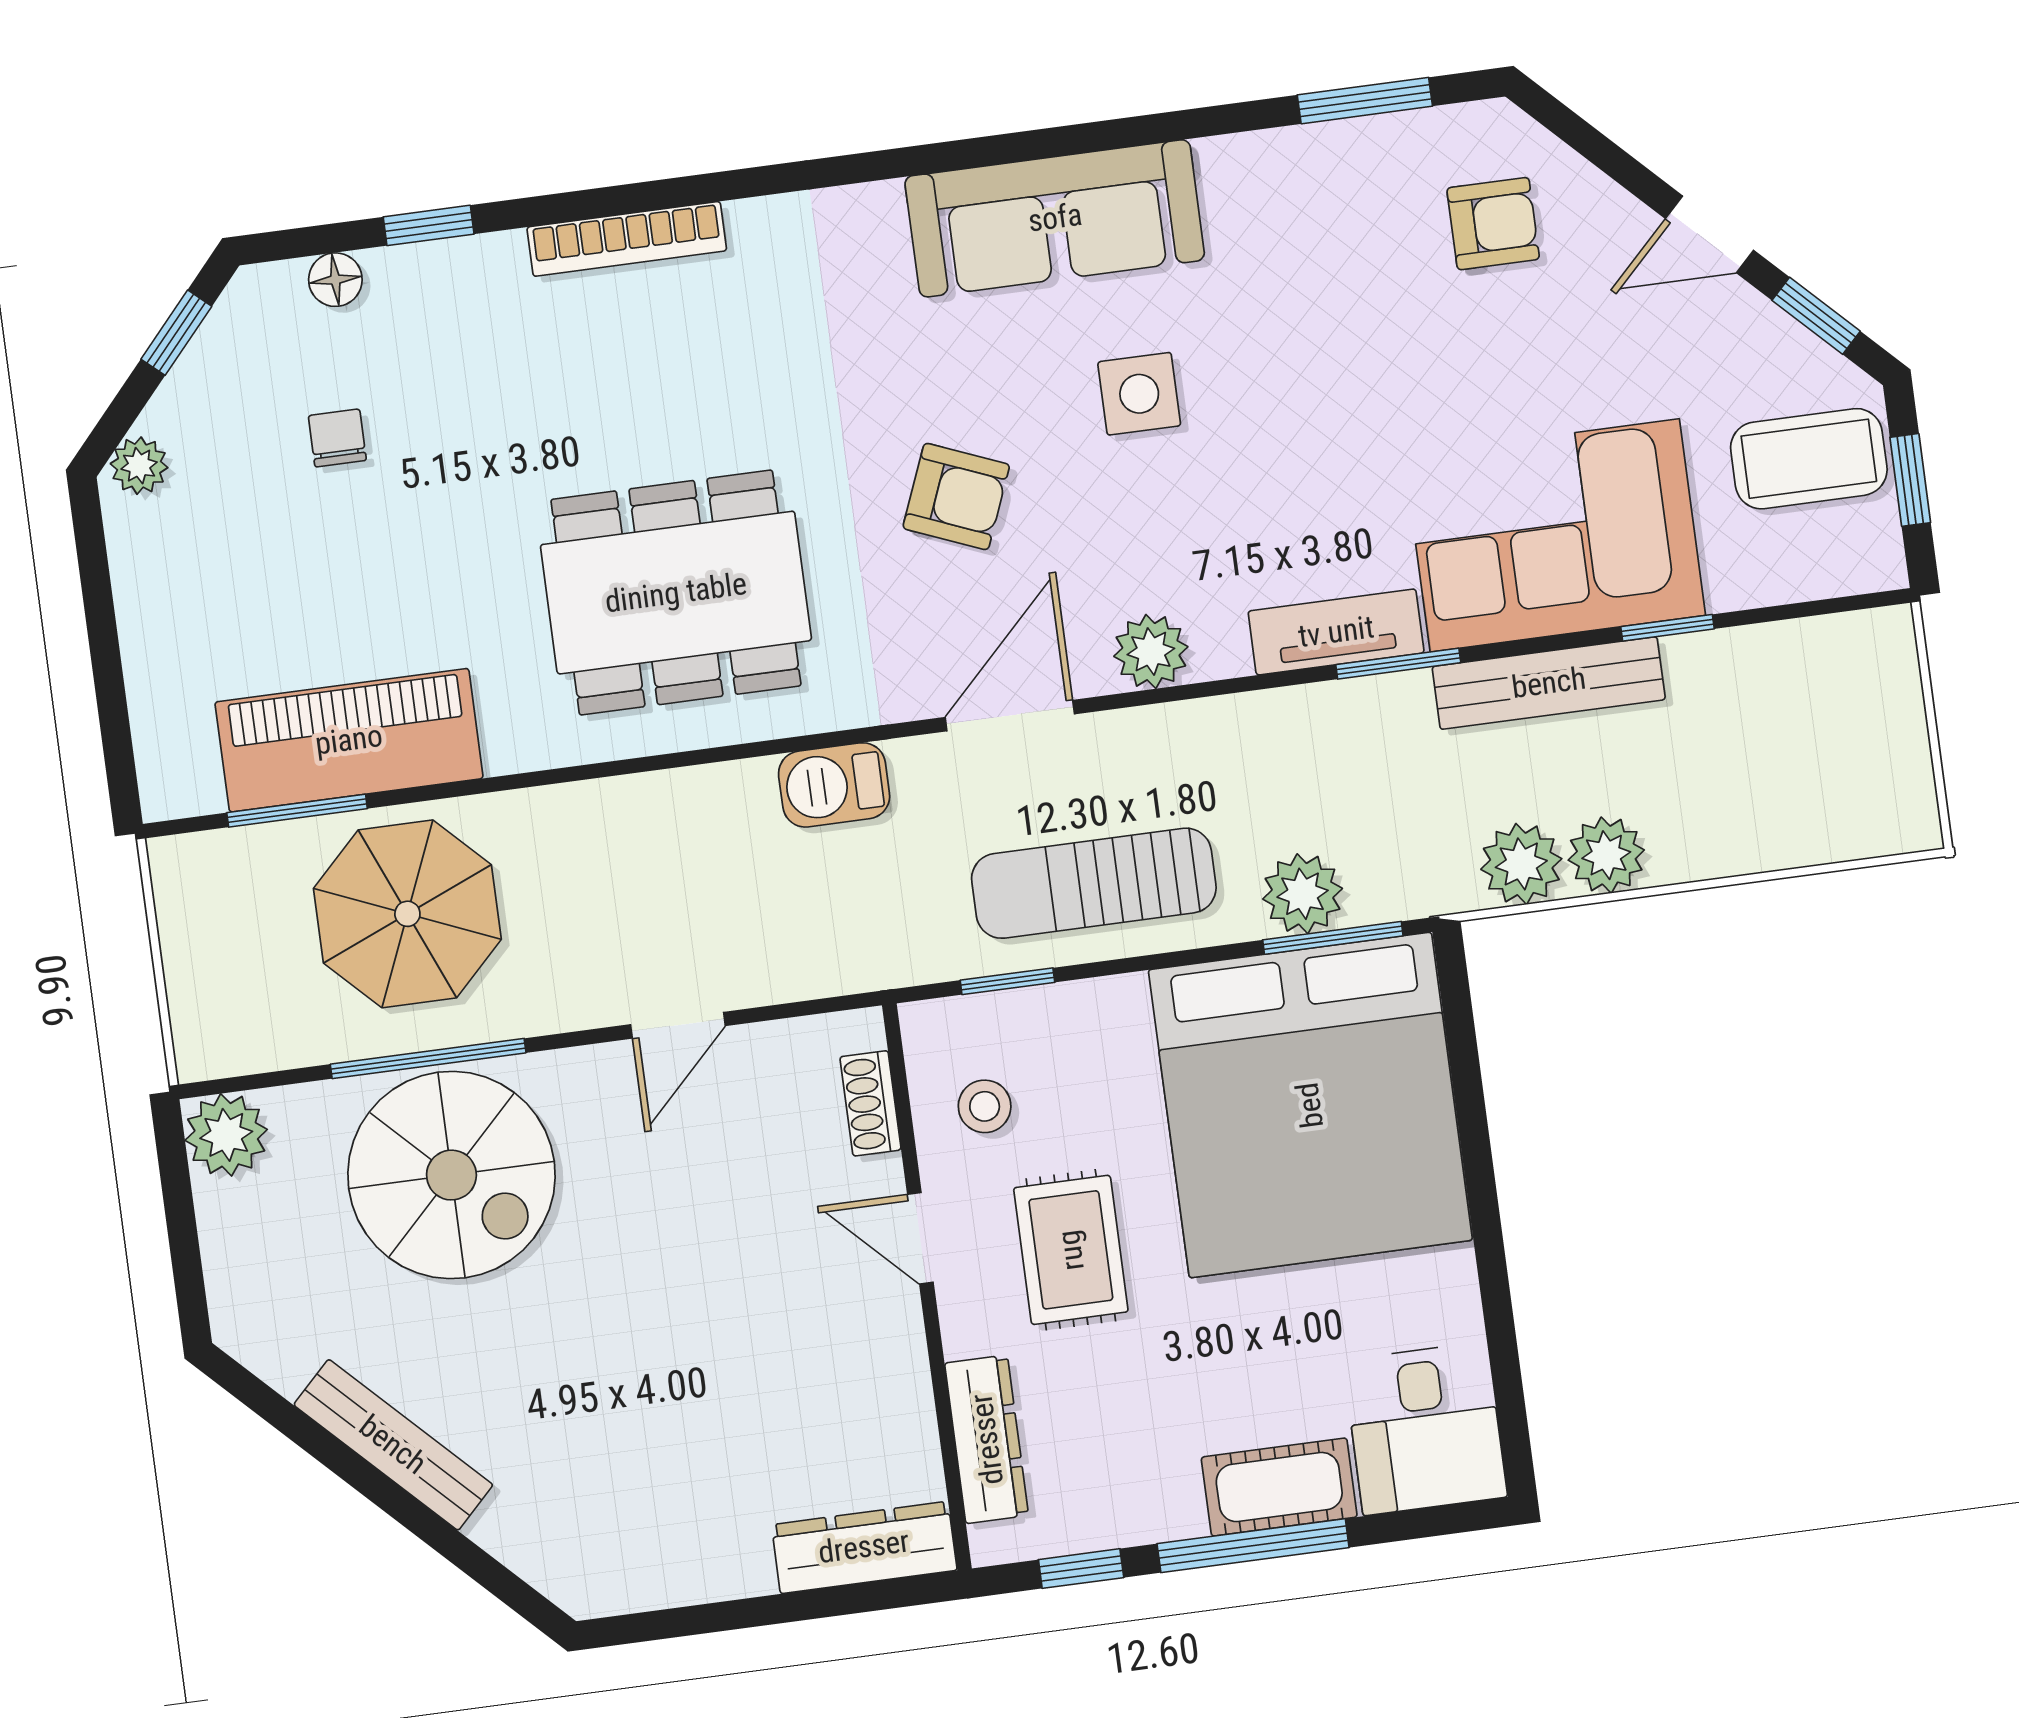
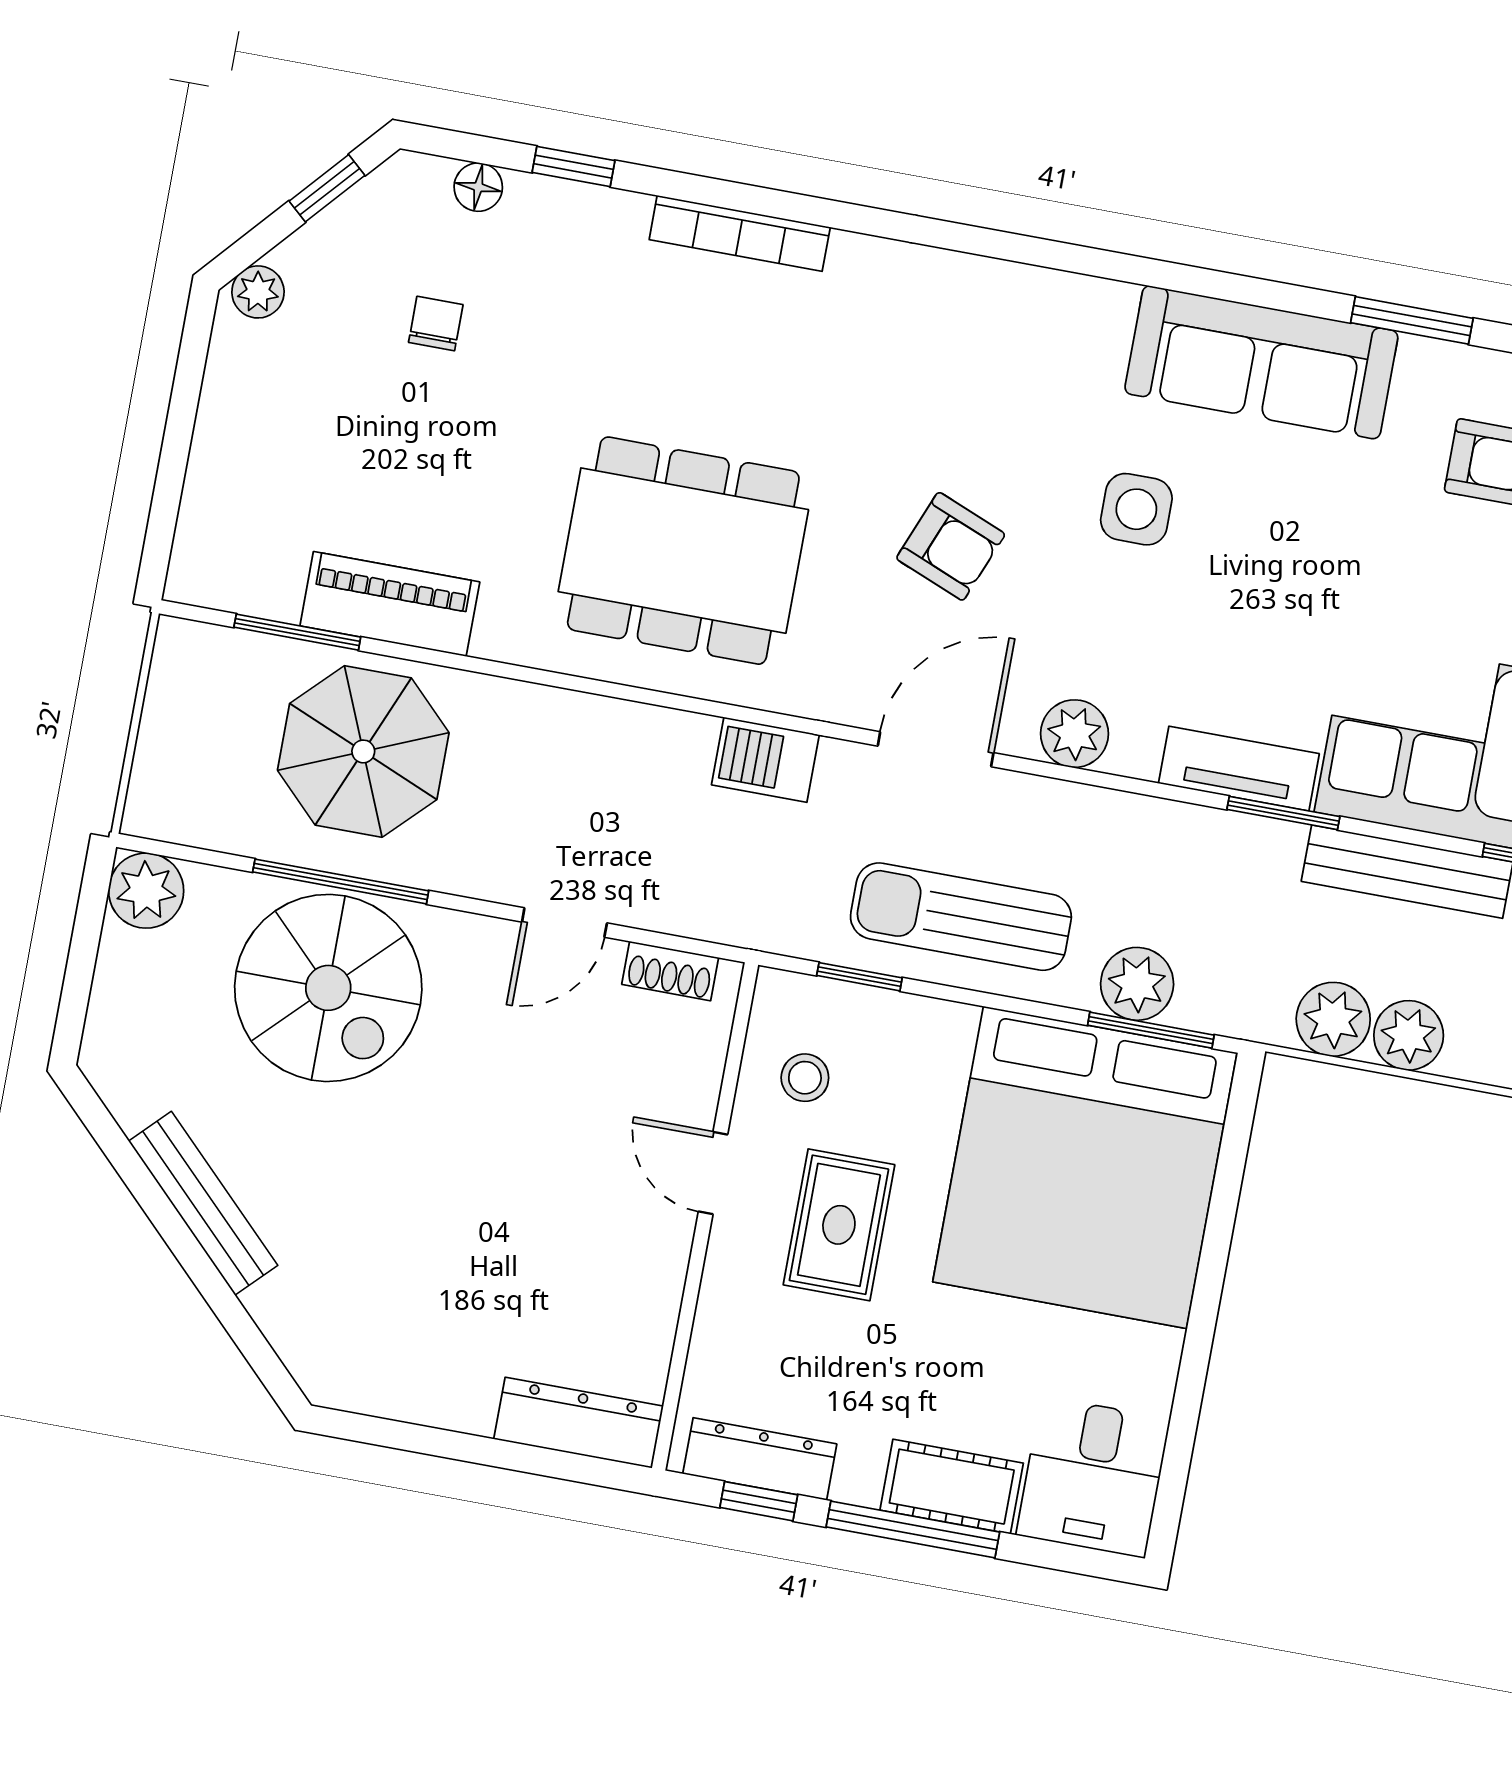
sofa: (1055, 218) -> (1261, 362), moved
piano: (349, 740) -> (390, 604), width x0.73, depth x0.75
shoe rack: (870, 1103) -> (670, 971), moved, turned -90
dresser: (987, 1439) -> (760, 1459), moved, turned -90

